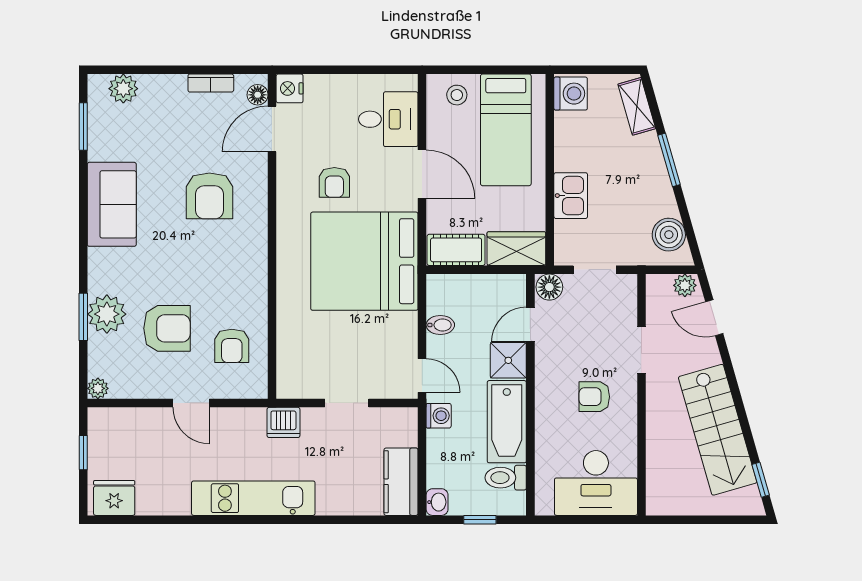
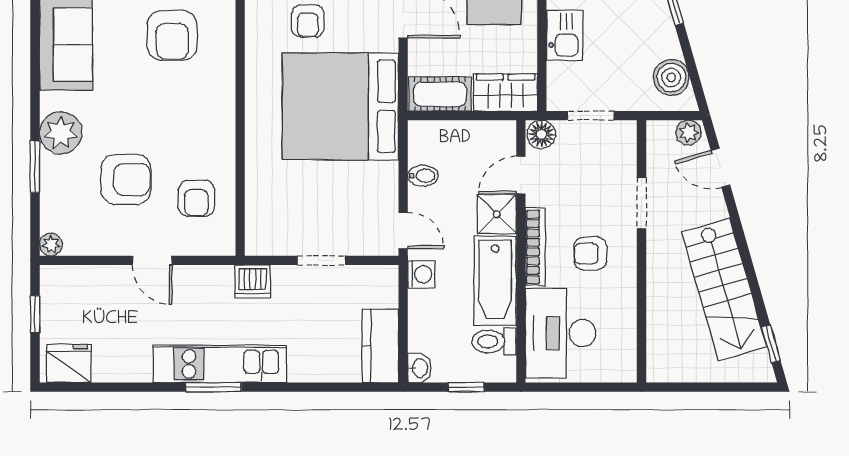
plant: (107, 314) -> (61, 133), moved
bookcase: (544, 391) -> (535, 247), added
desk: (596, 483) -> (561, 333), moved, turned 90
window: (248, 520) -> (214, 387), added

